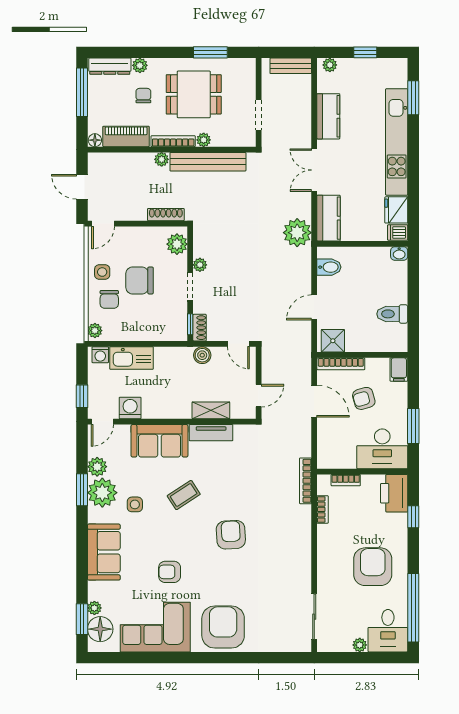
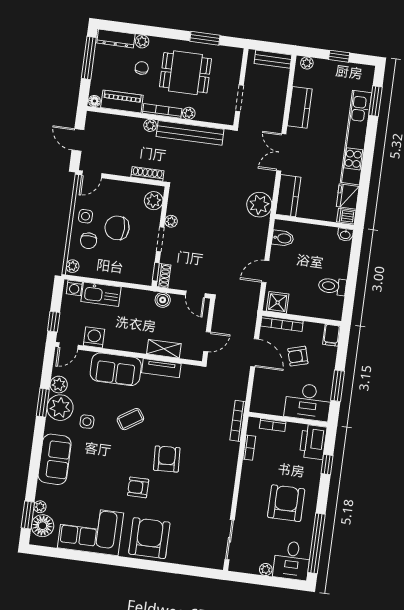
armchair: (170, 572) -> (138, 487), moved

